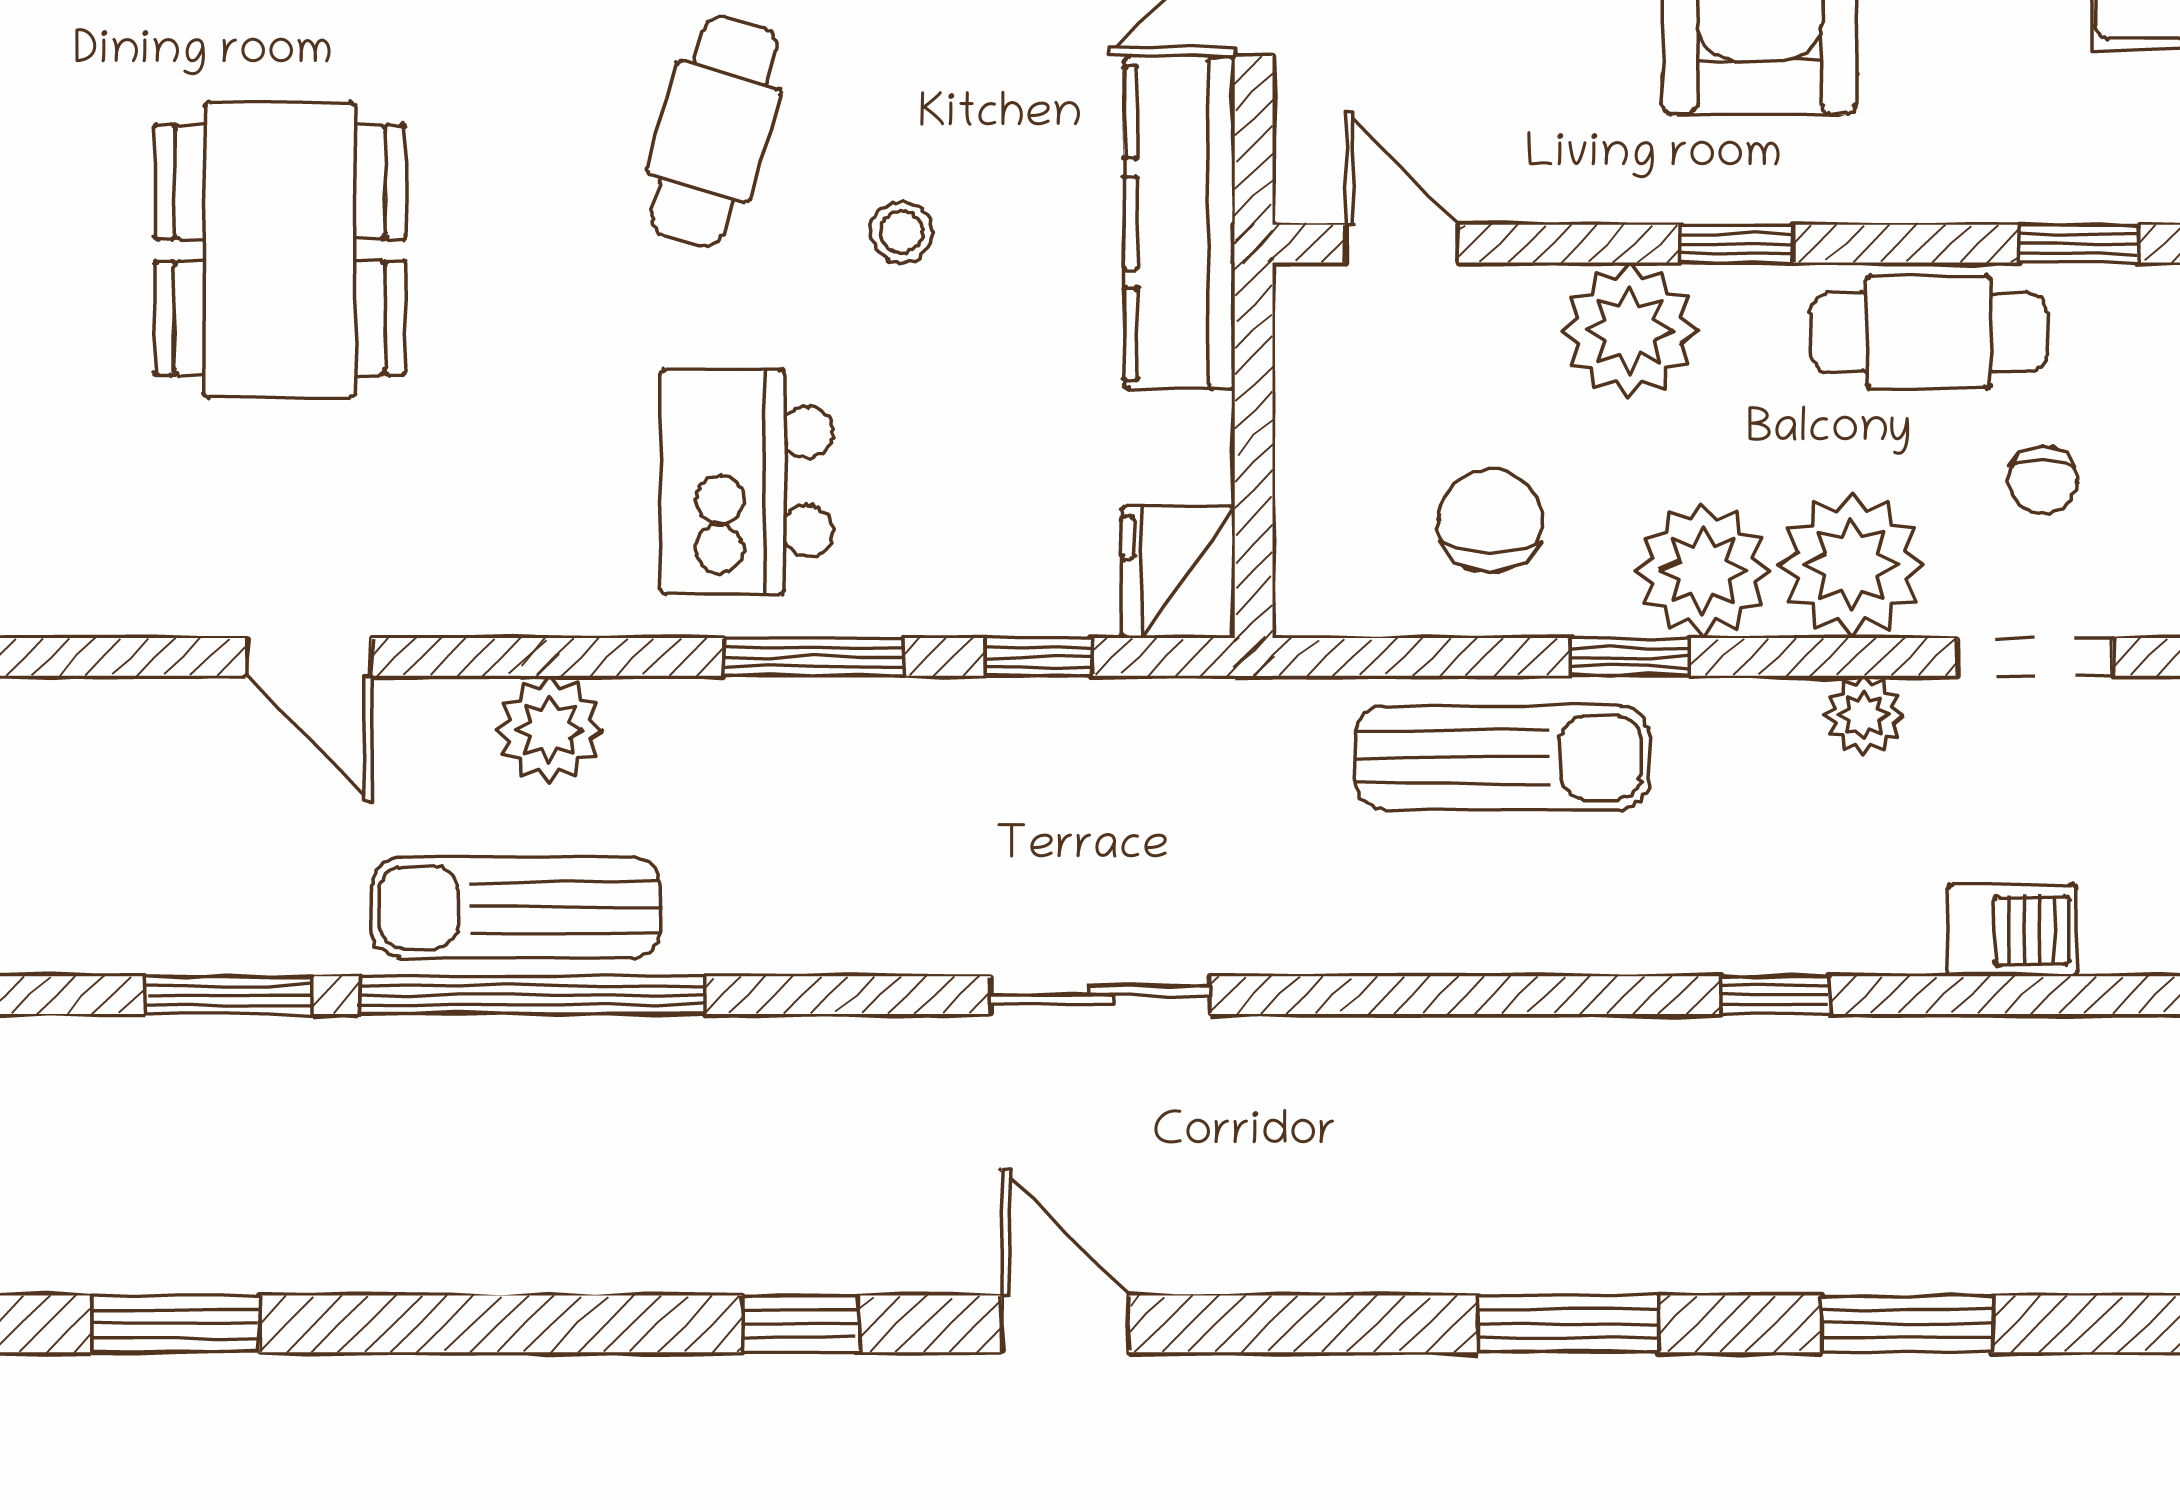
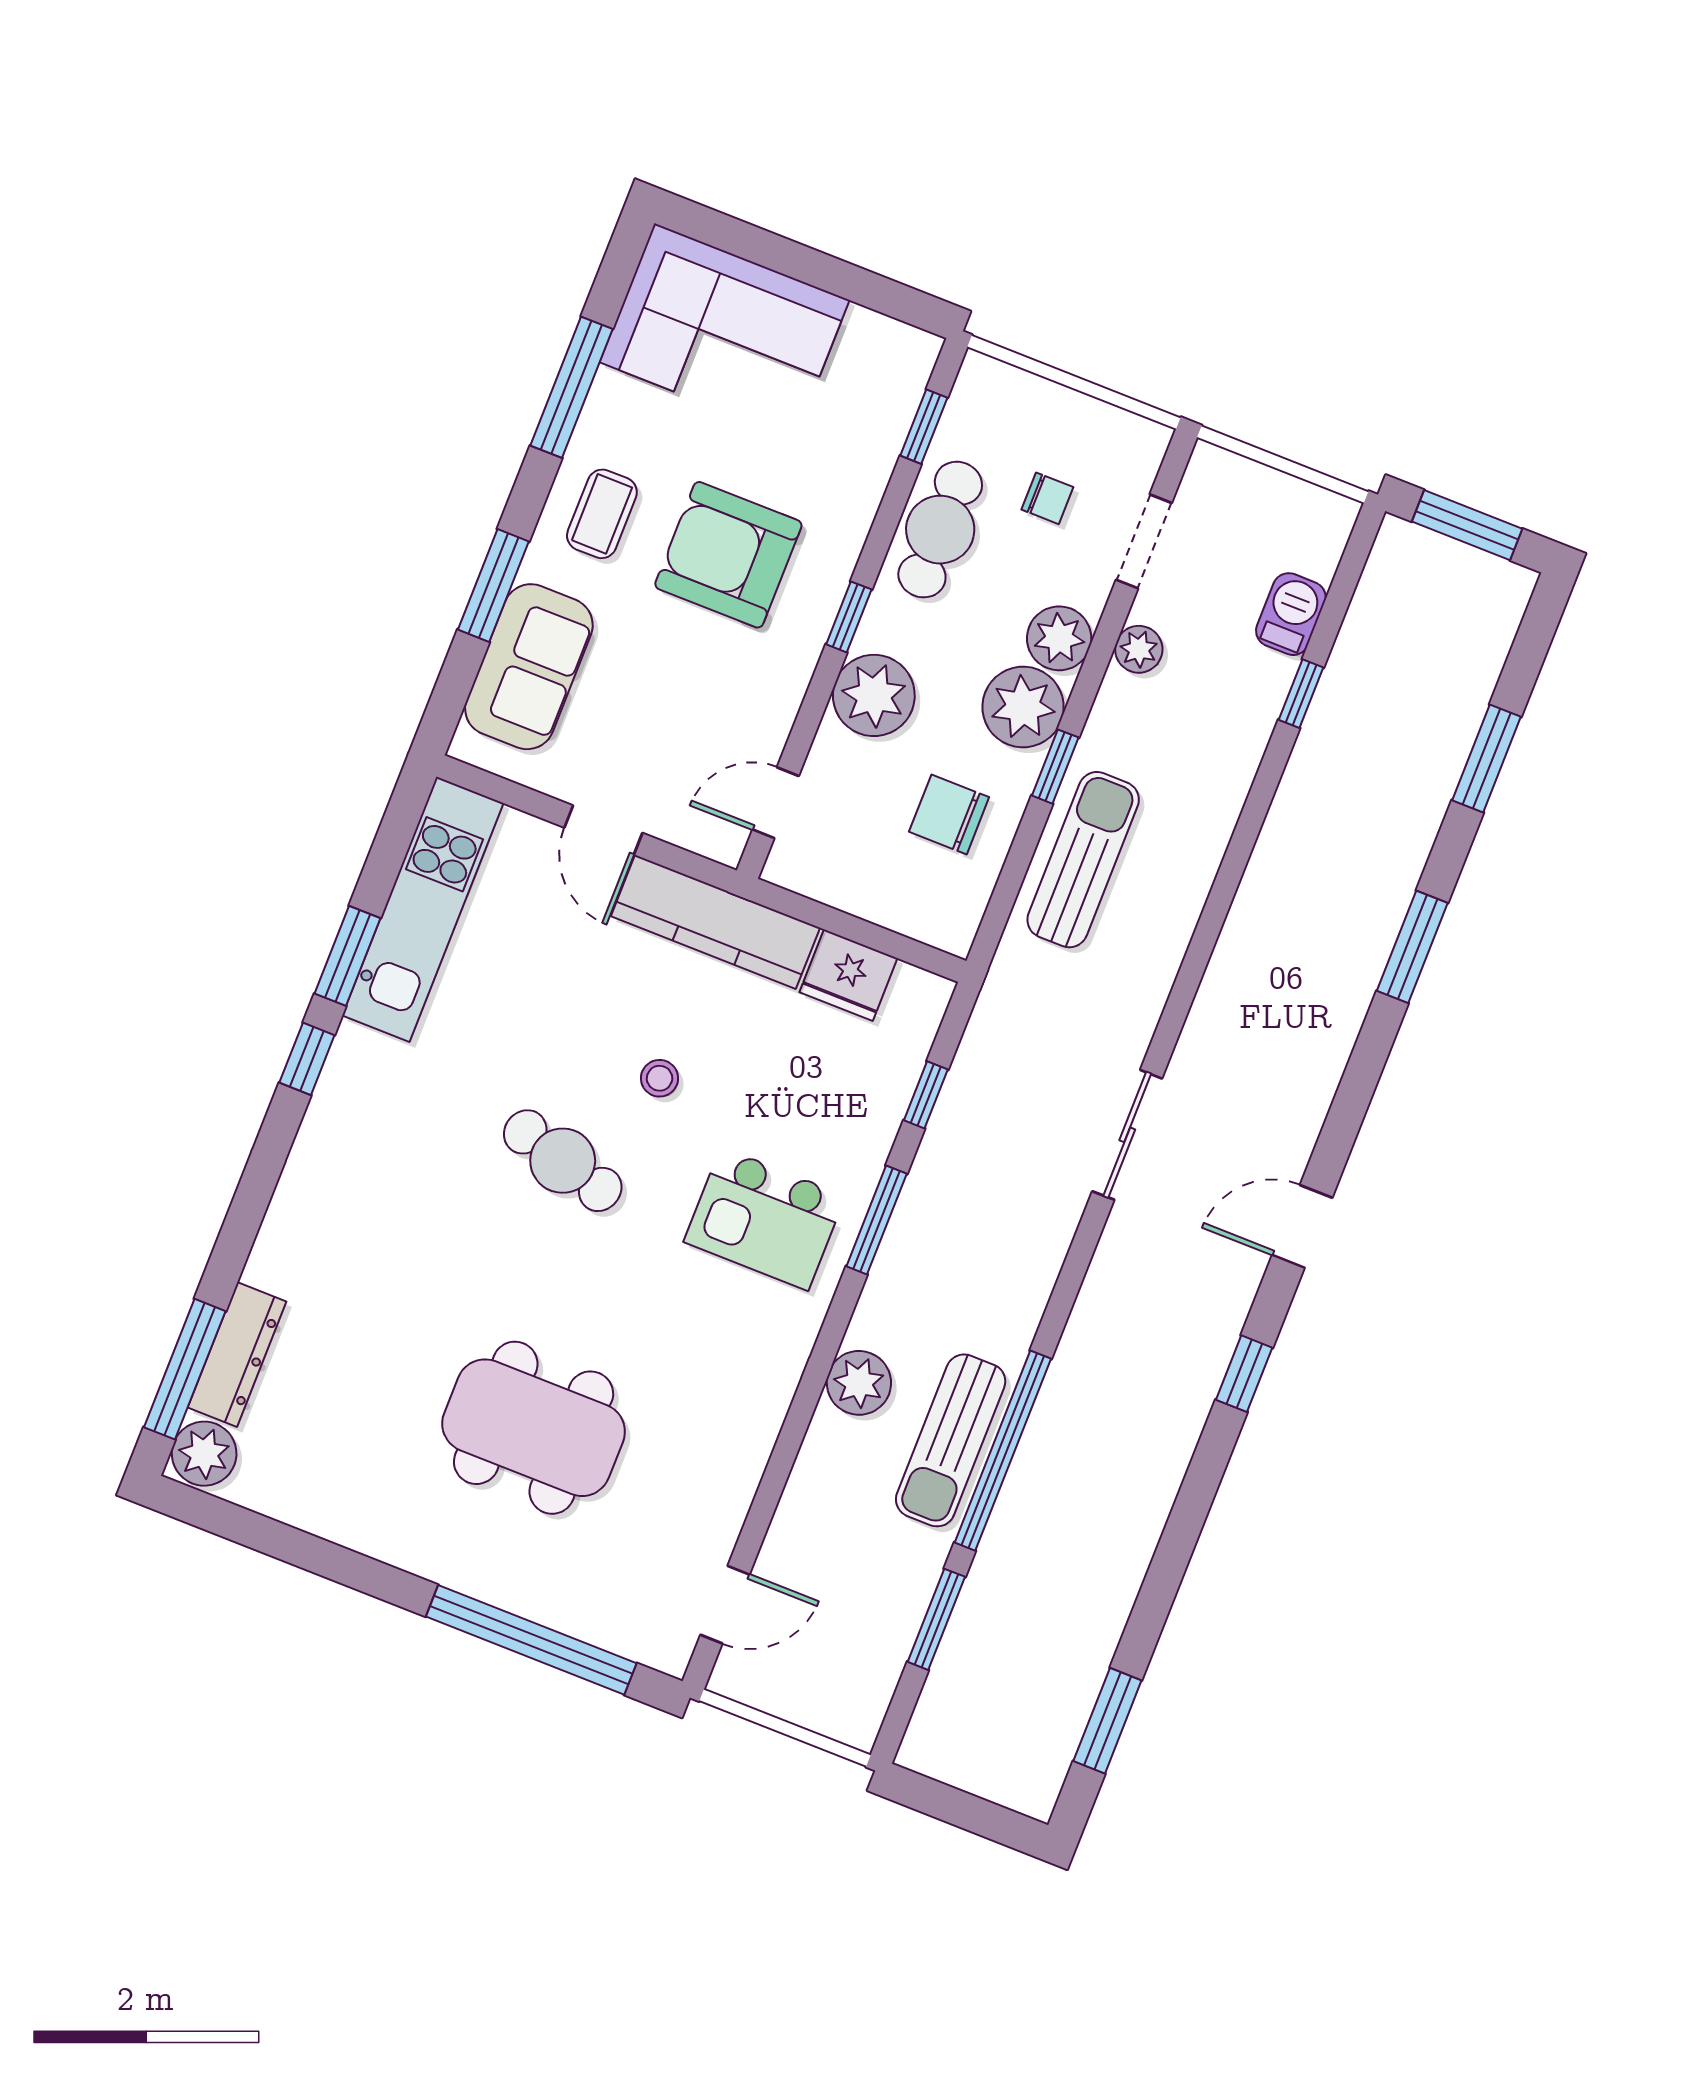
plant: (1852, 565) -> (1059, 638), width x0.73, depth x0.73
fridge: (1178, 572) -> (848, 975), moved
door: (309, 657) -> (725, 1605), moved
window: (1775, 995) -> (1301, 694), moved

